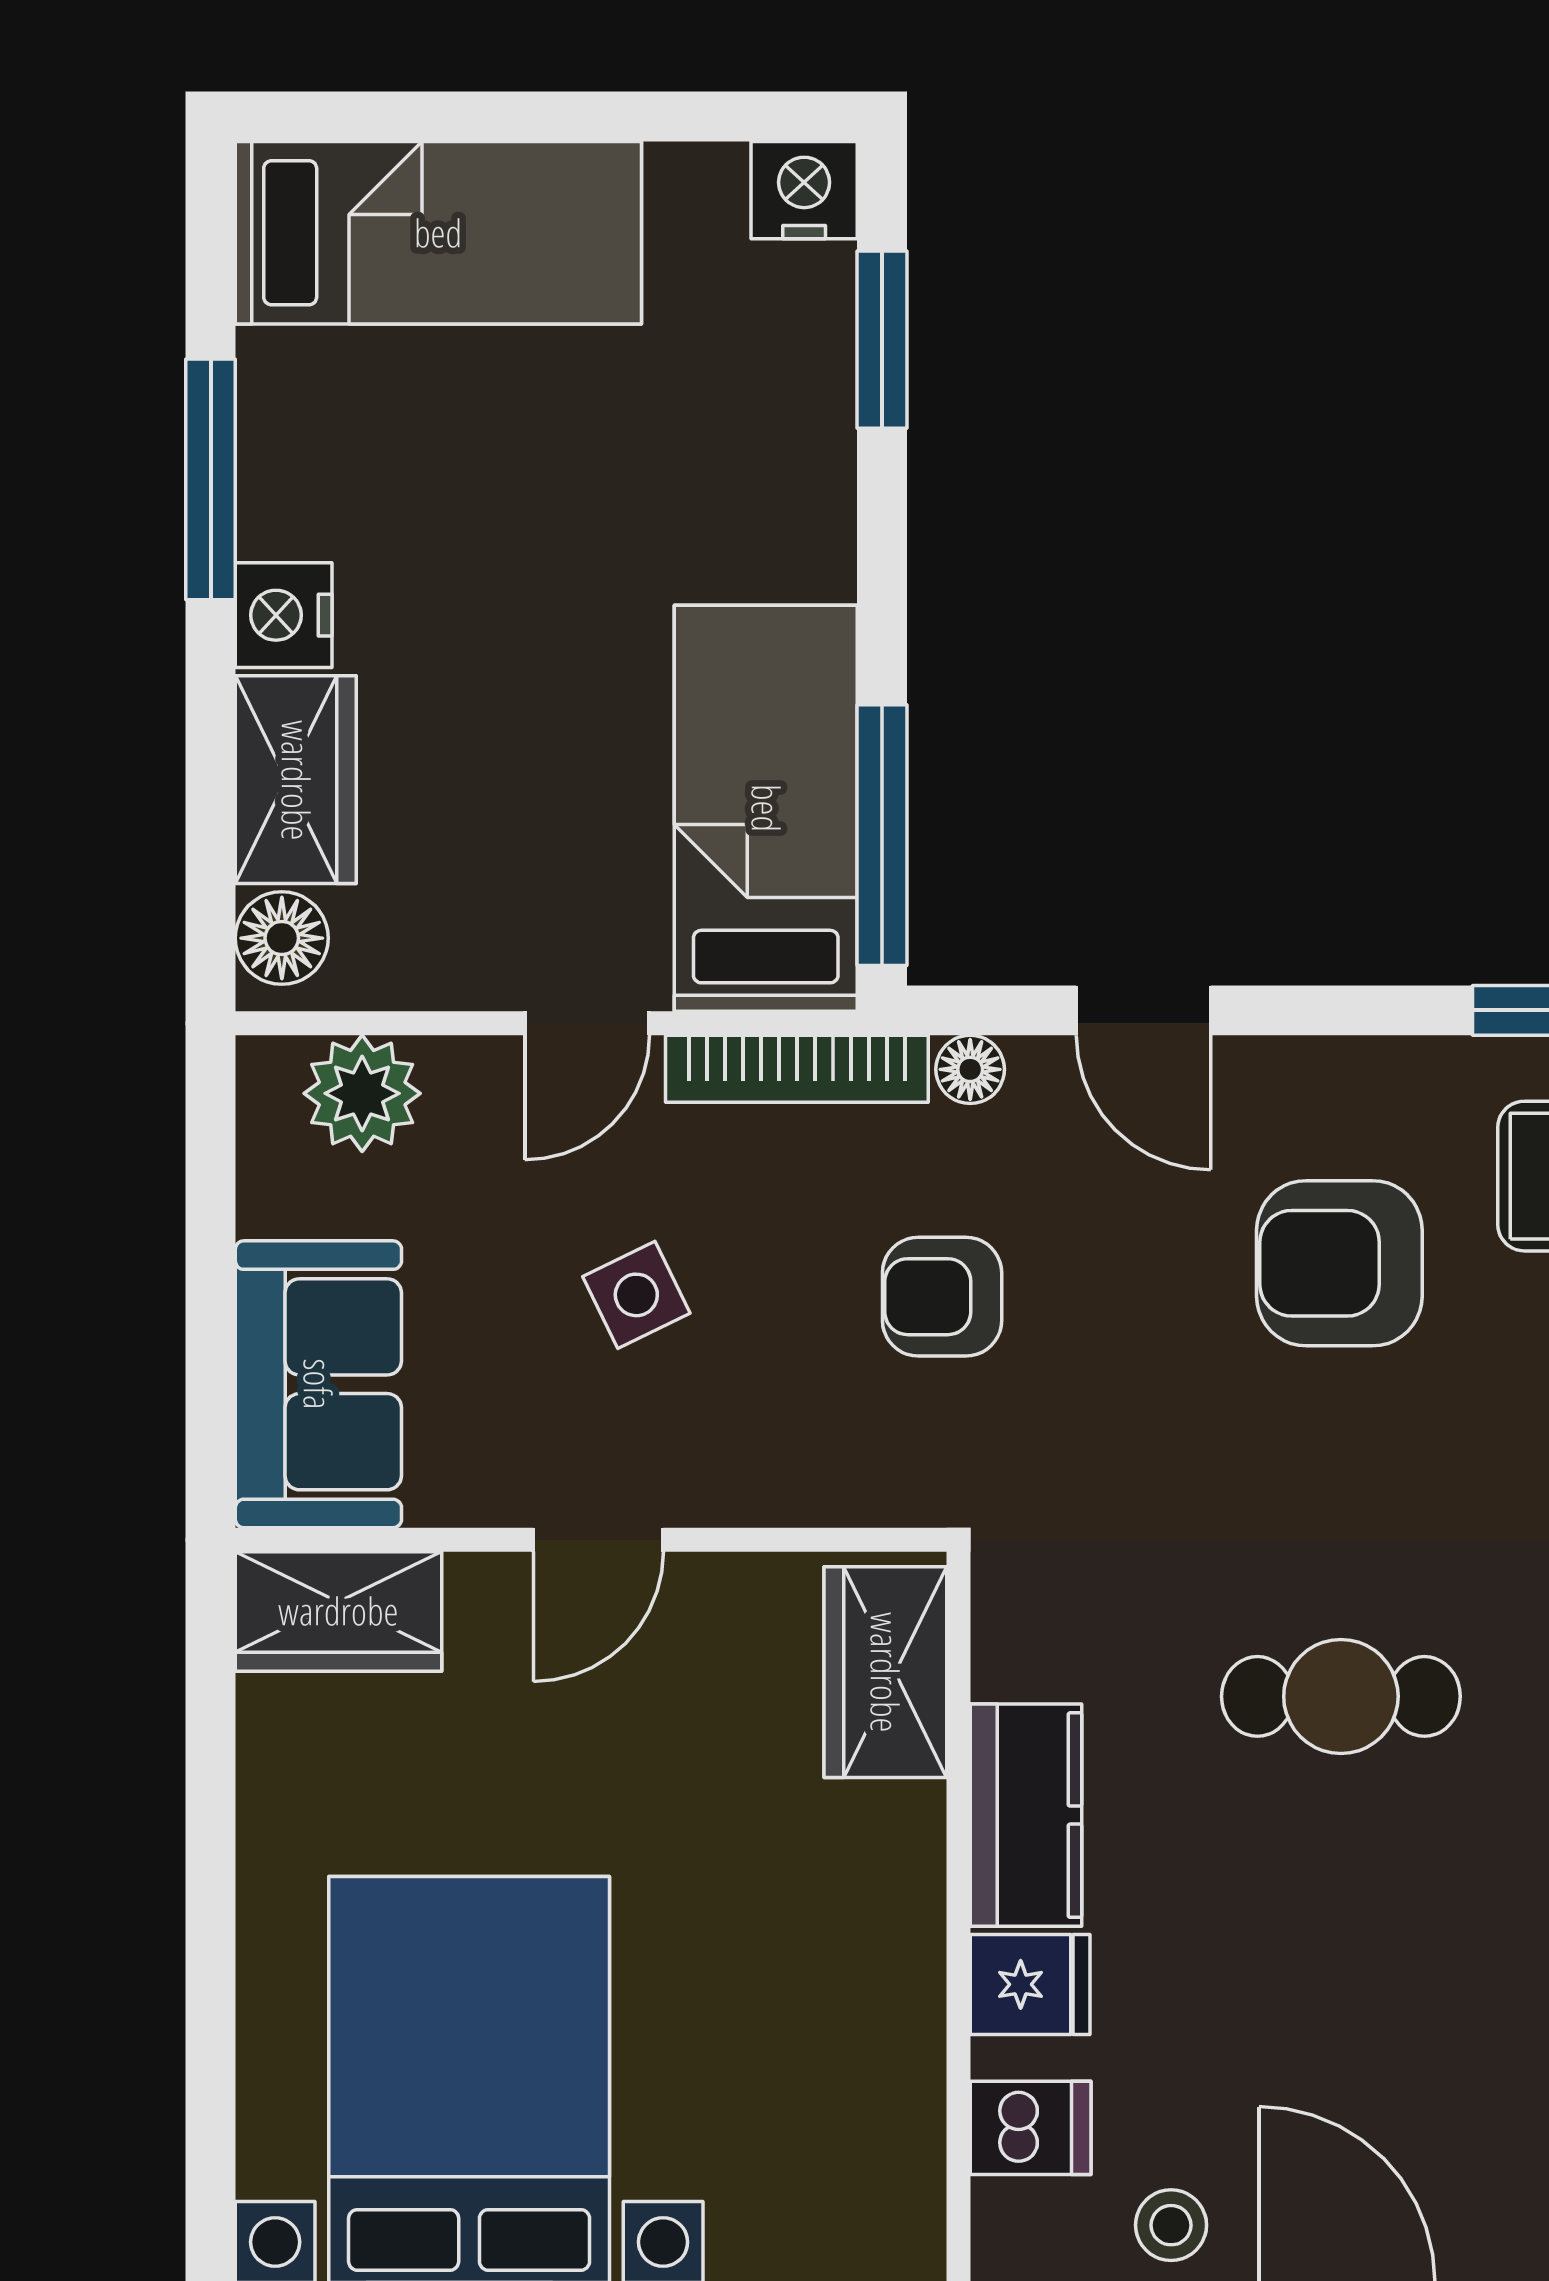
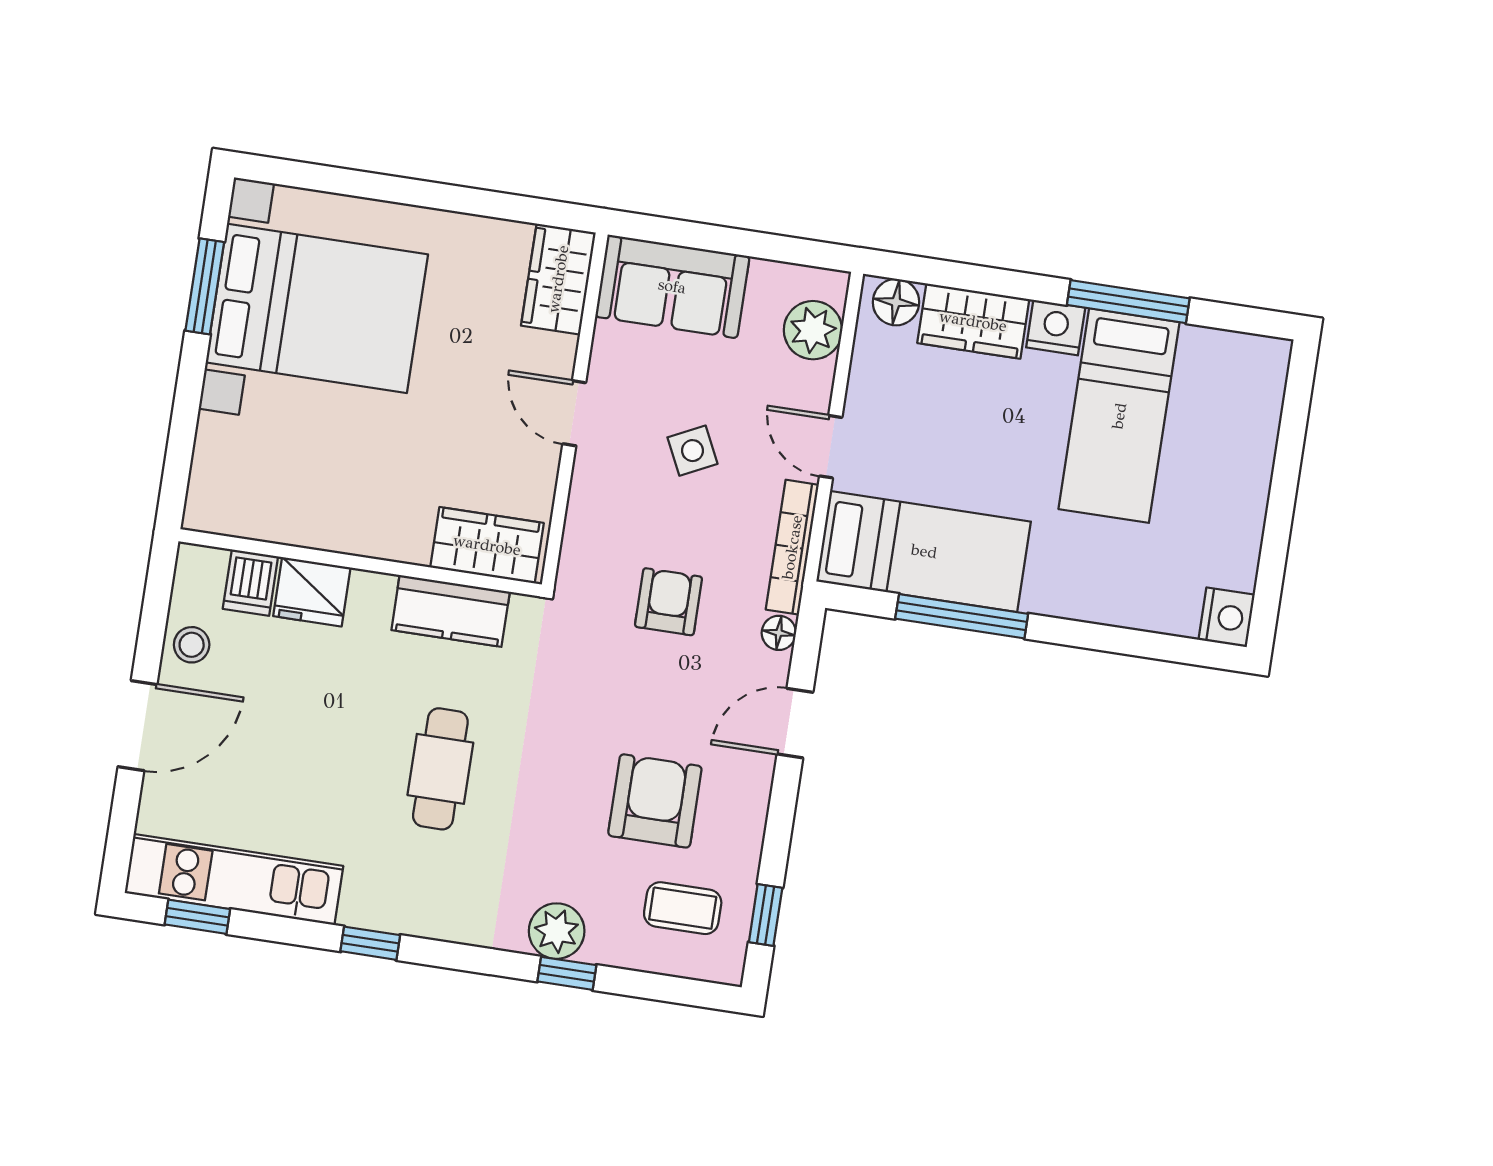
bed: (438, 233) -> (1119, 416), moved
window: (882, 340) -> (1147, 644), removed
window: (882, 835) -> (962, 616), moved
kitchen counter: (1026, 1815) -> (451, 611), moved
fridge: (1030, 1984) -> (312, 592), width x1.38

